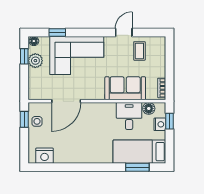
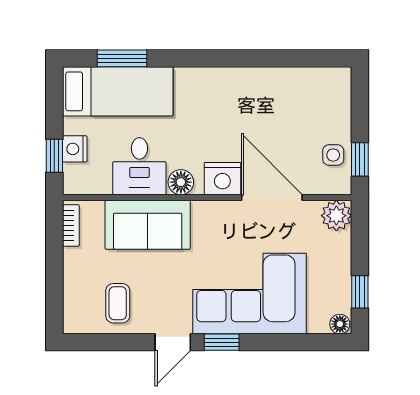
window: (57, 32) -> (222, 342), moved
door: (124, 32) -> (173, 342), moved
plant: (35, 61) -> (336, 216), moved
door: (66, 101) -> (272, 198), hinge flipped
floor lamp: (149, 108) -> (181, 182), moved
nightstand: (45, 156) -> (222, 179), moved, turned 180

